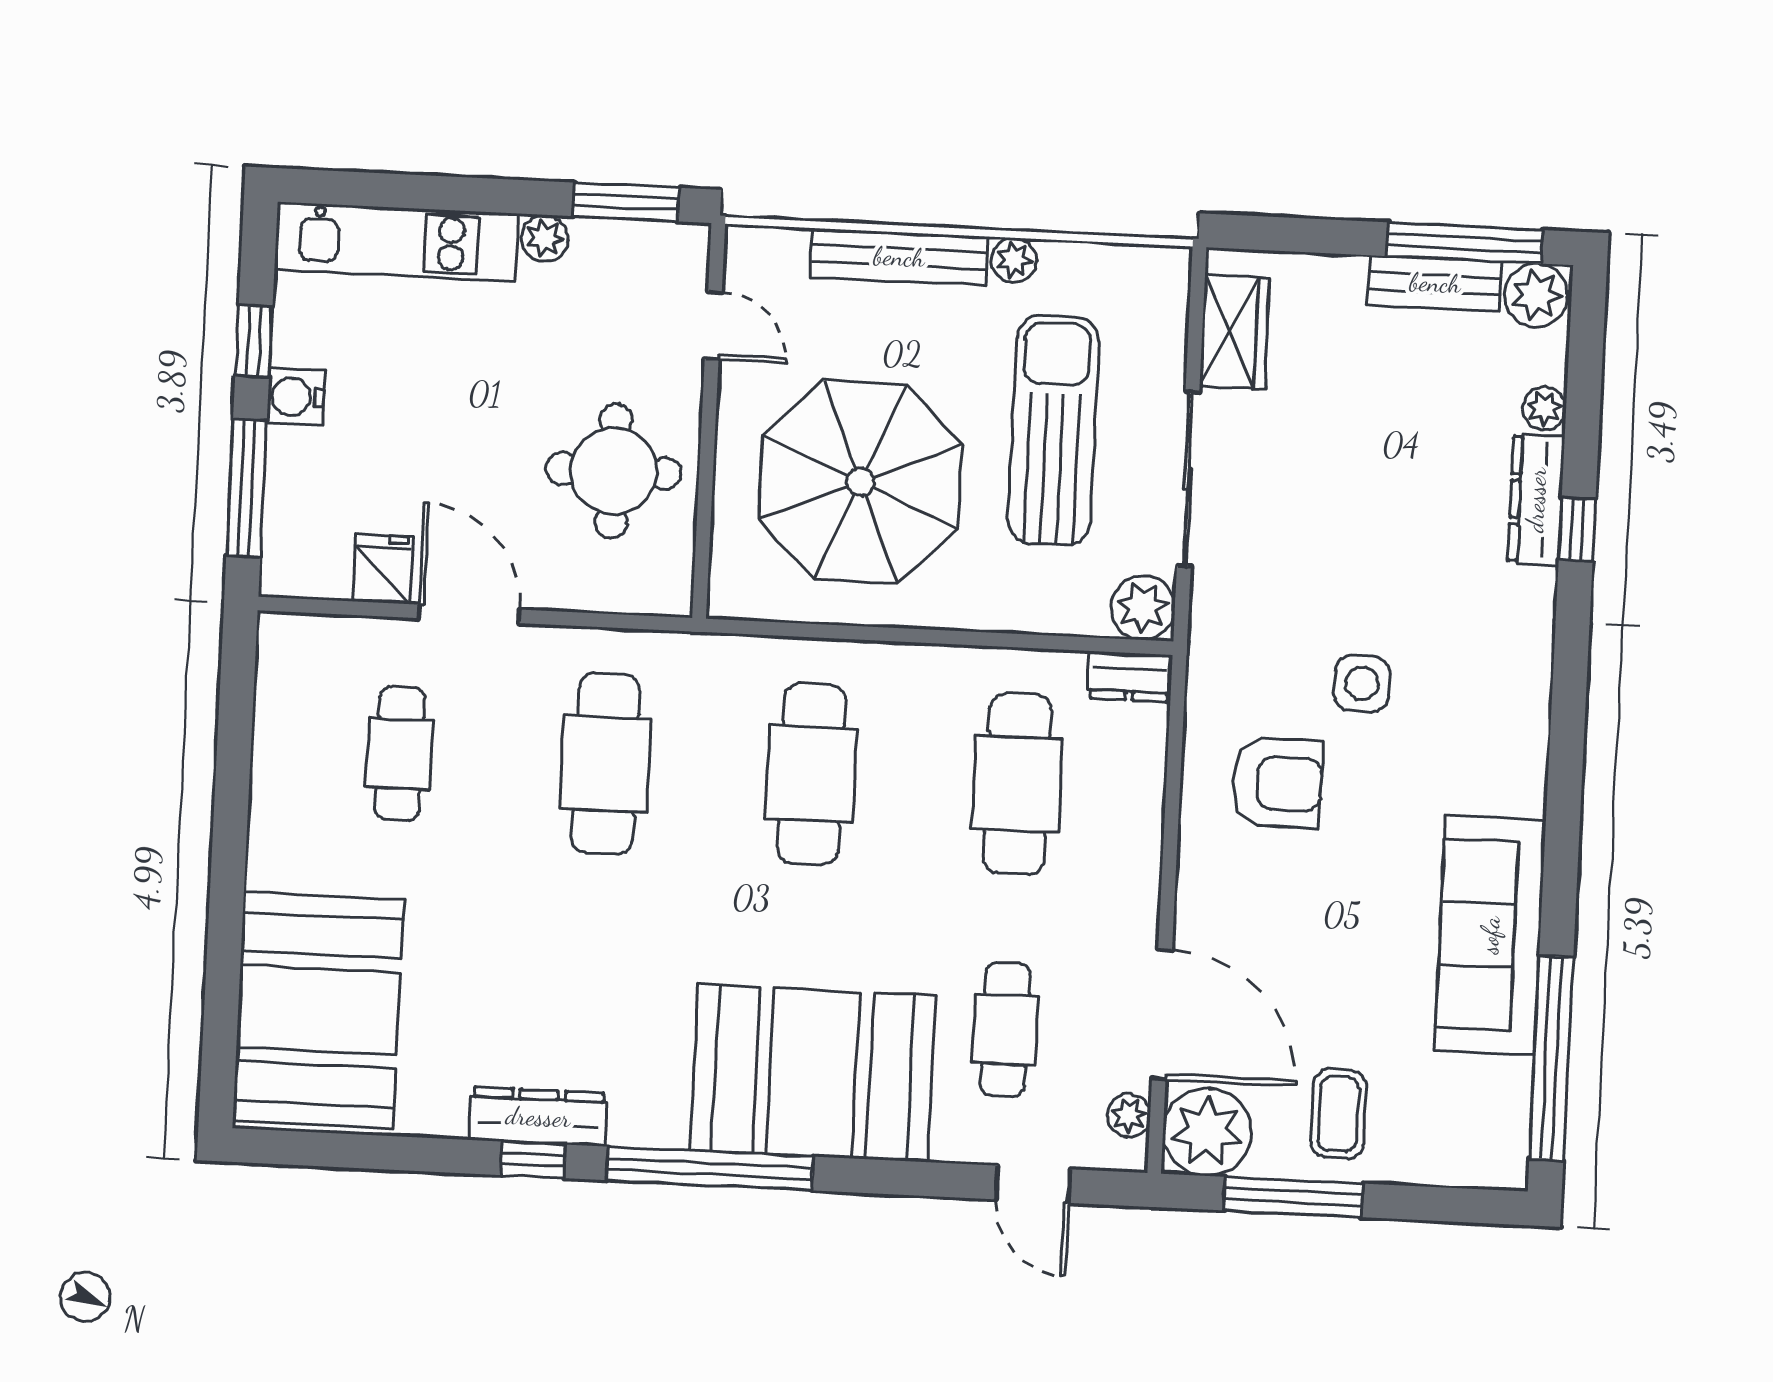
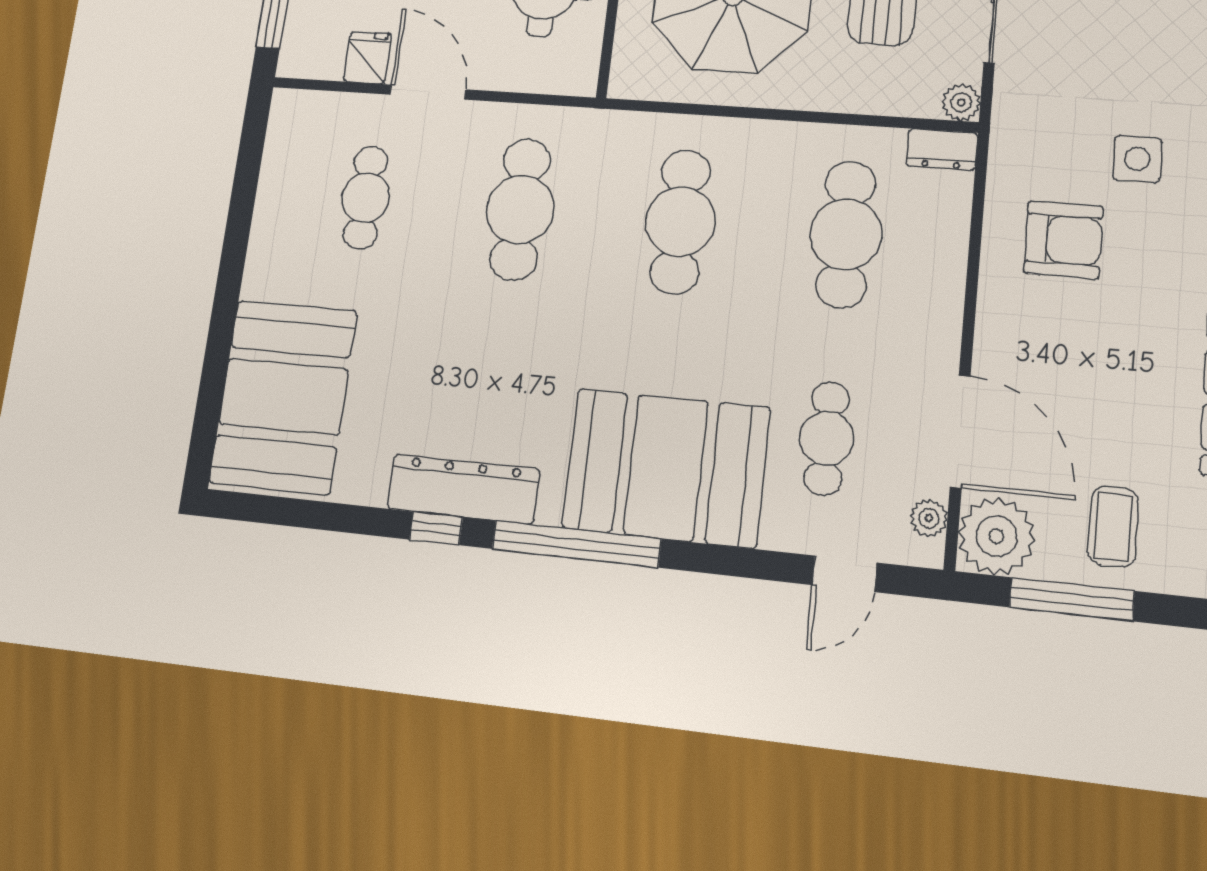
plant: (1143, 608) -> (961, 102), width x0.73, depth x0.73
dresser: (538, 1117) -> (463, 489), width x1.37, depth x1.24
door: (1033, 1184) -> (845, 574), hinge flipped

